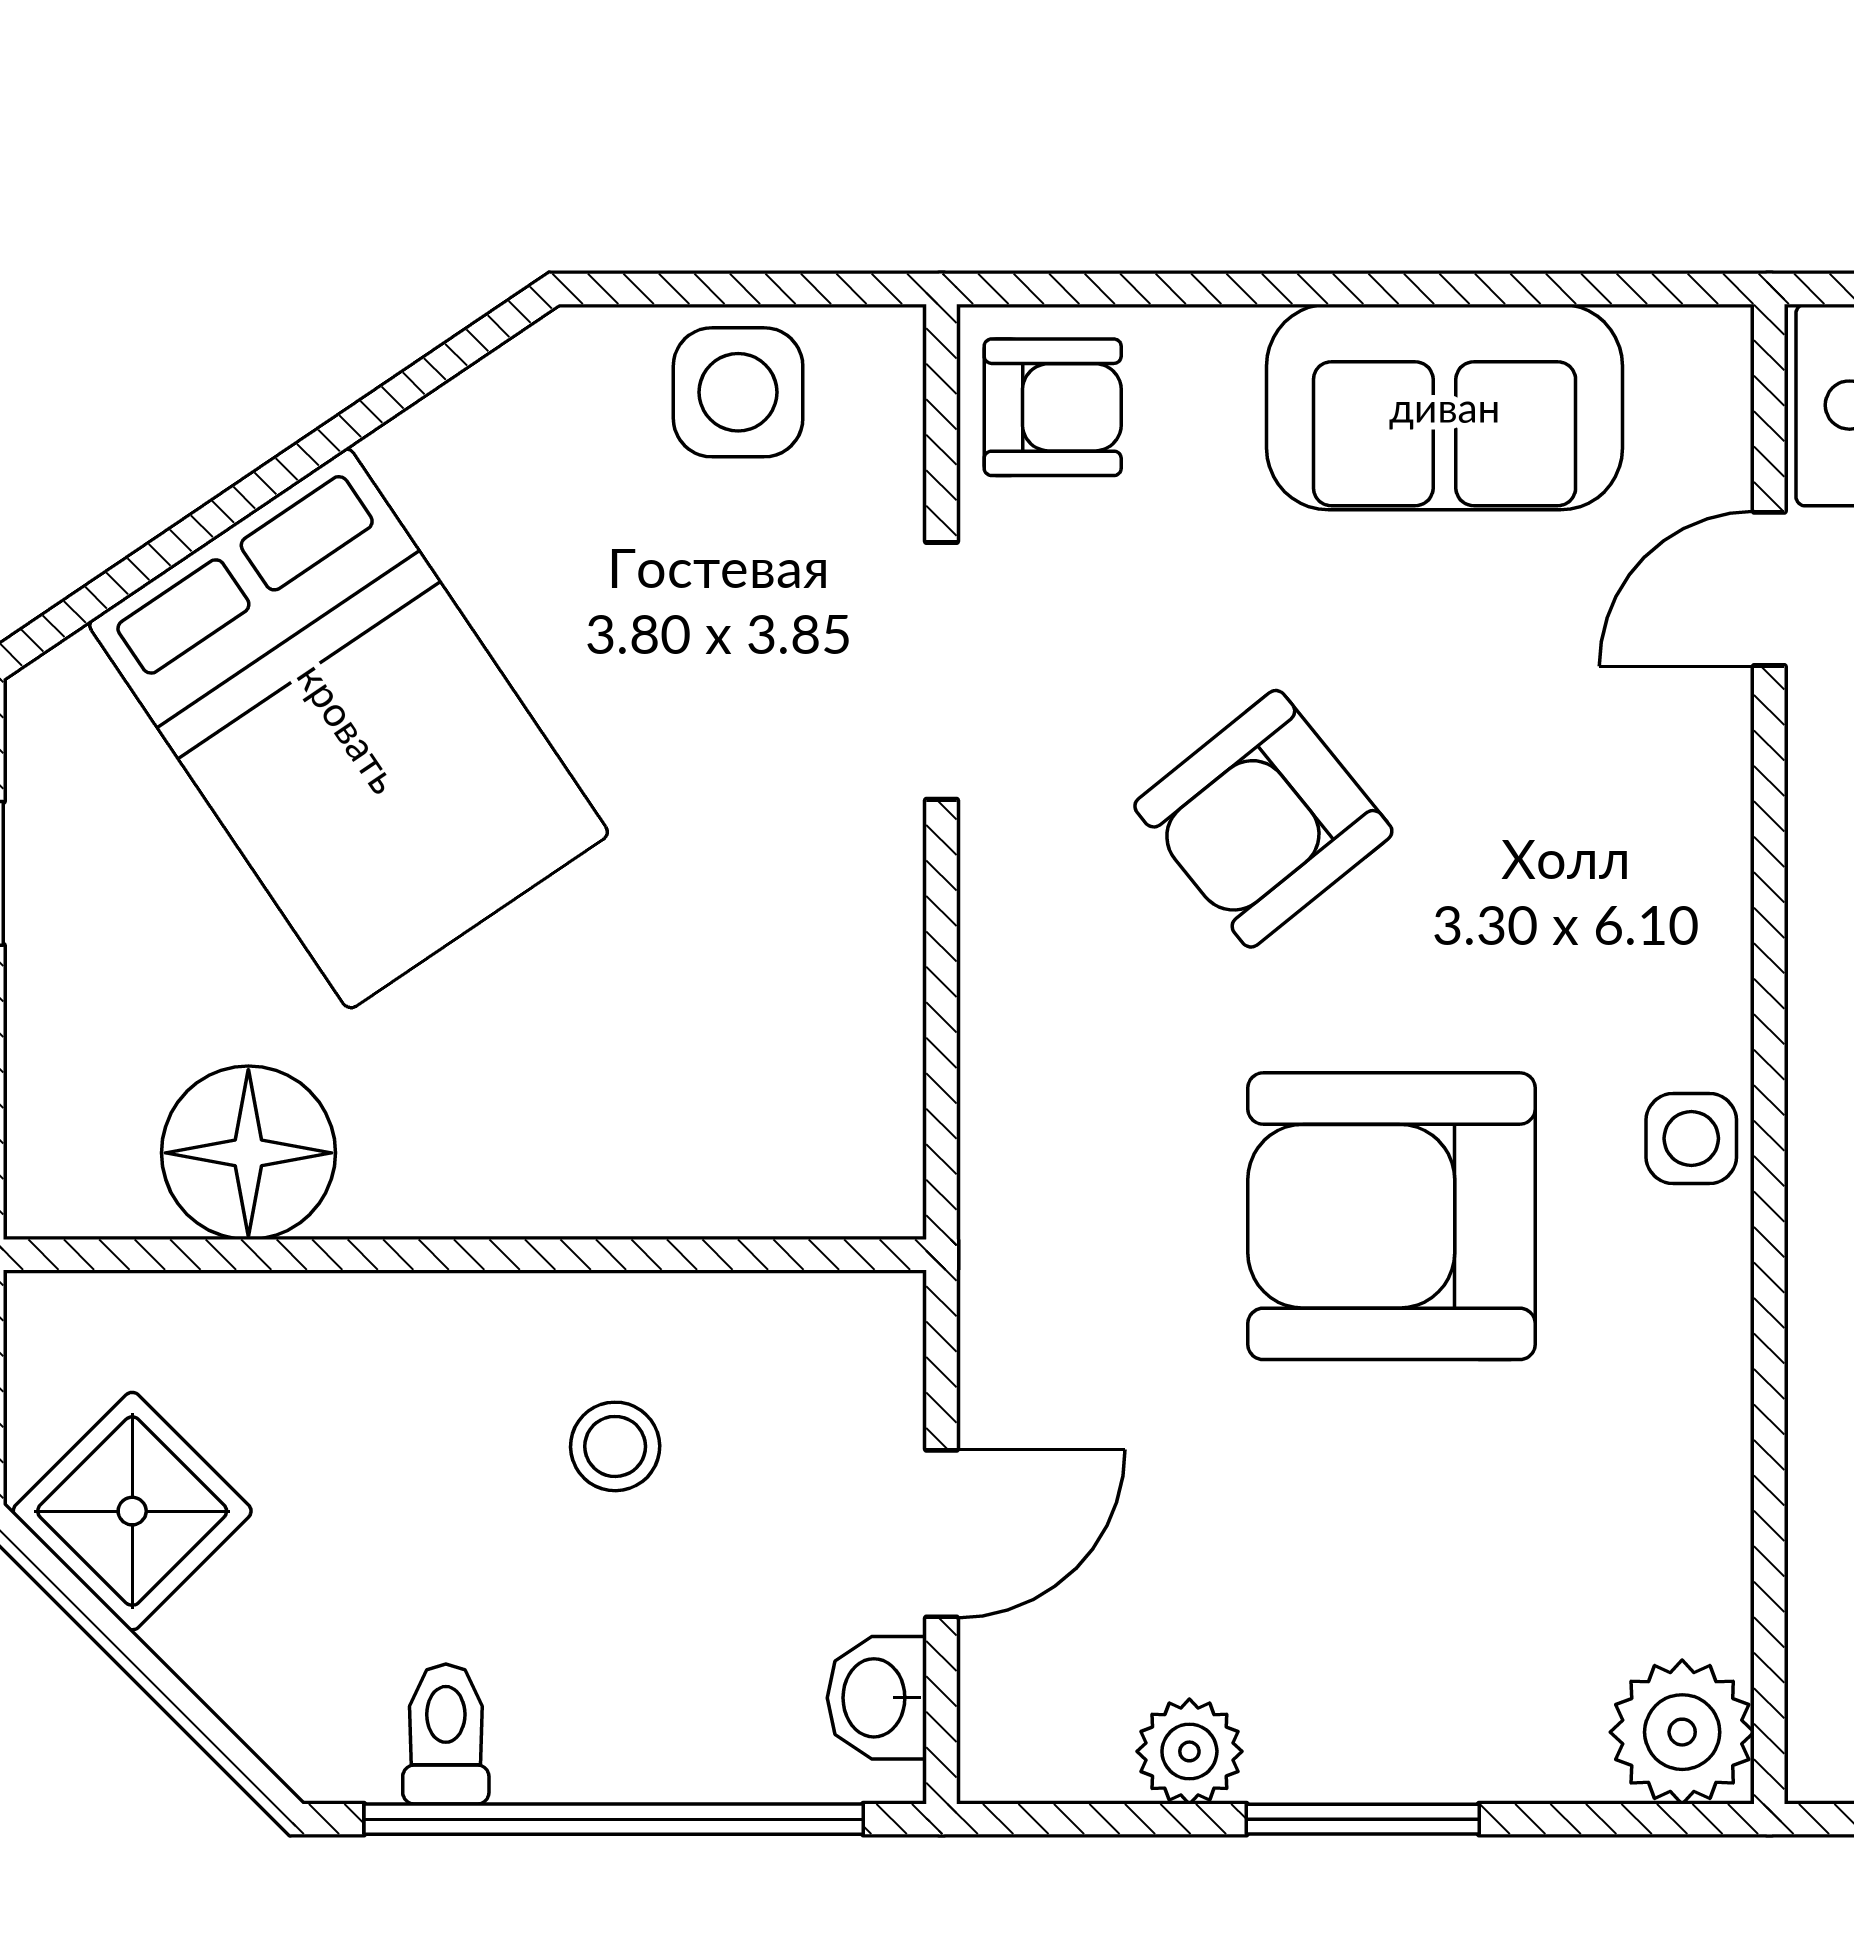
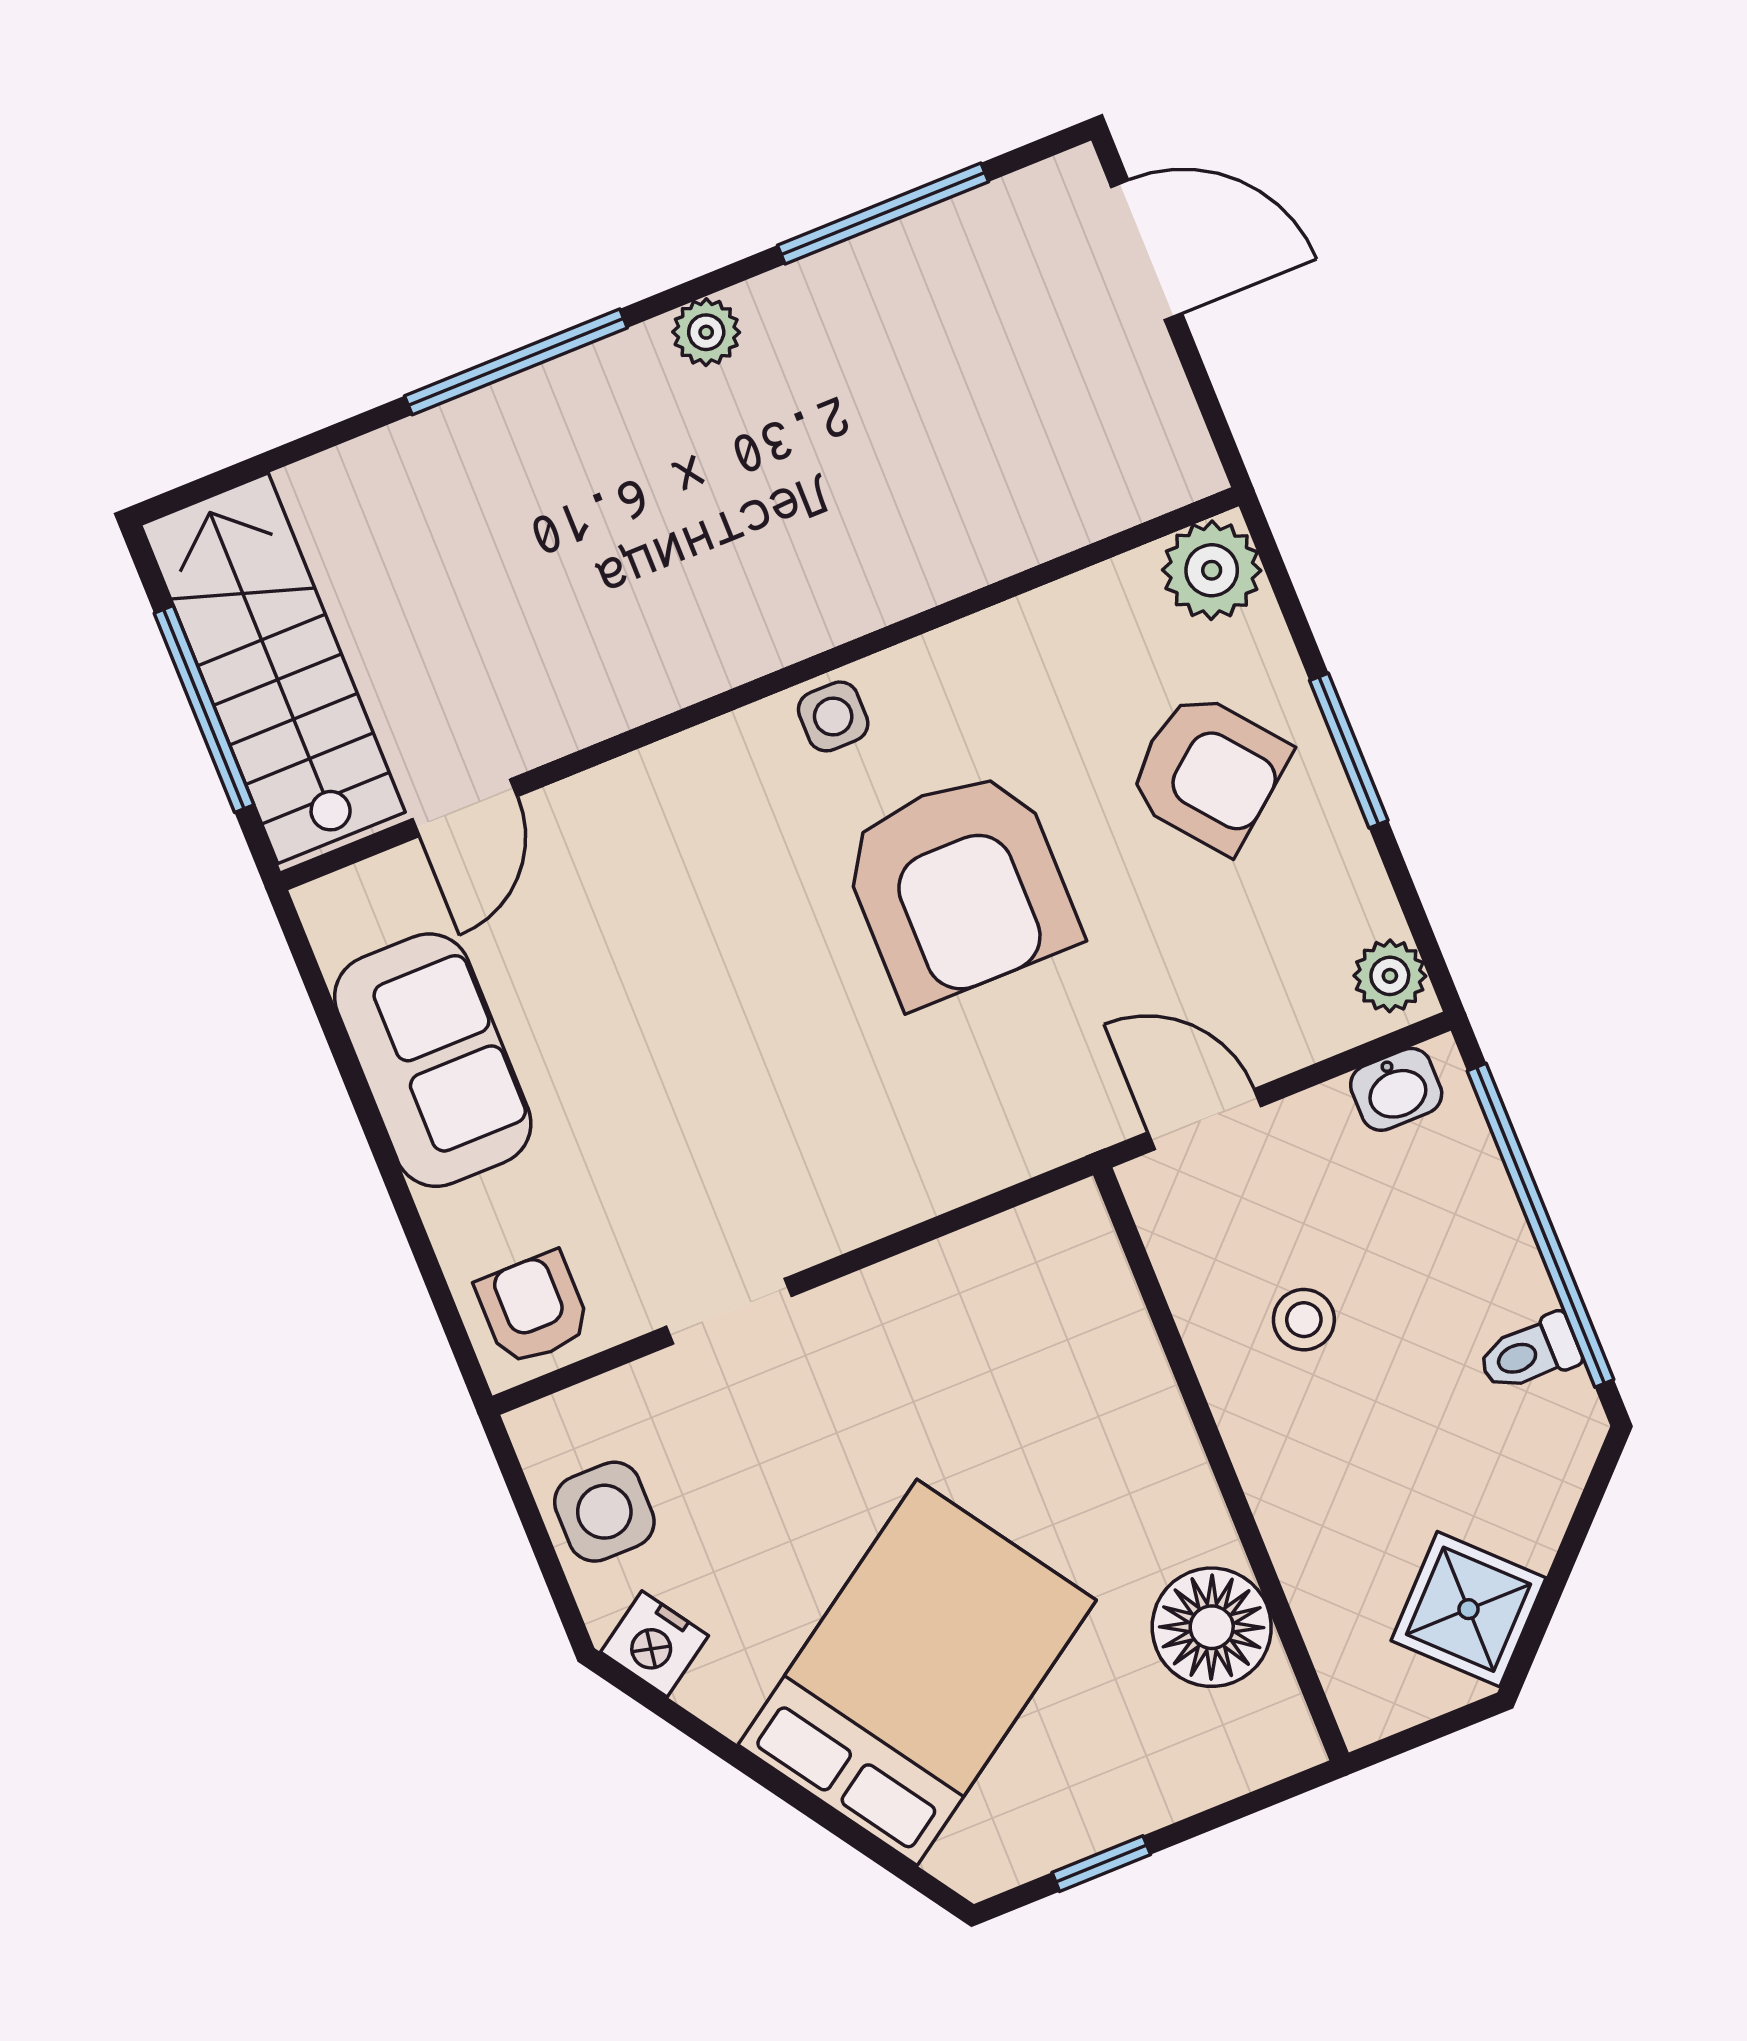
nightstand: (531, 388) -> (654, 1644), added
door: (1769, 589) -> (465, 808), hinge flipped
doorway: (942, 671) -> (729, 1311), width x0.73
armchair: (1263, 819) -> (1208, 772), moved
door: (942, 1534) -> (1204, 1119), moved
plant: (1189, 1751) -> (1390, 976), moved

